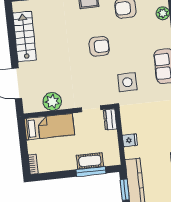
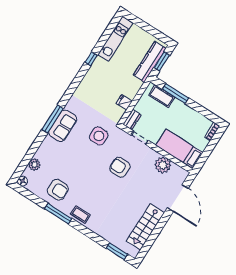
armchair: (99, 46) -> (120, 167), moved
fridge: (130, 140) -> (124, 102), moved
cot: (90, 161) -> (162, 96), moved

